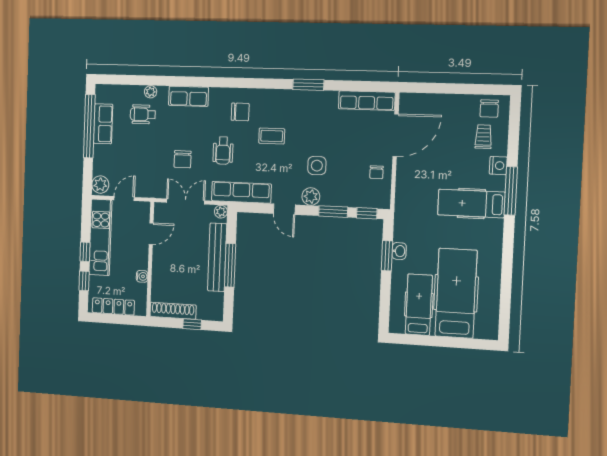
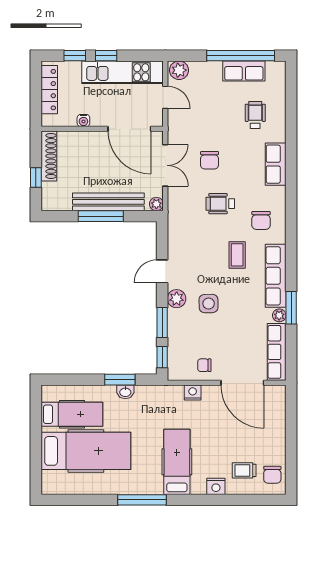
window: (308, 85) -> (291, 308), moved
plant: (151, 92) -> (279, 315), moved
chair: (489, 108) -> (272, 475), turned -90
trolley: (483, 137) -> (244, 470), turned 180
chair: (183, 159) -> (210, 160), turned -90
nightstand: (403, 185) -> (193, 393), added
window: (511, 191) -> (142, 500), moved
row of seats: (241, 192) -> (276, 276), moved, turned 180
door: (151, 234) -> (129, 129), width x1.88

